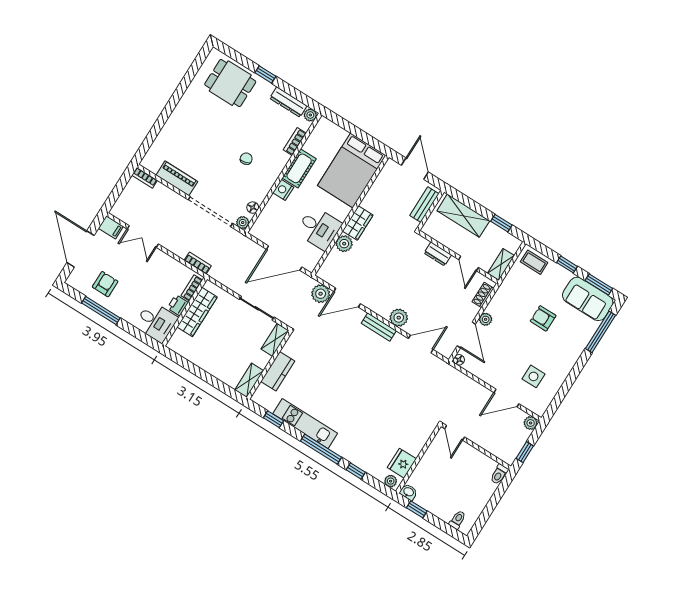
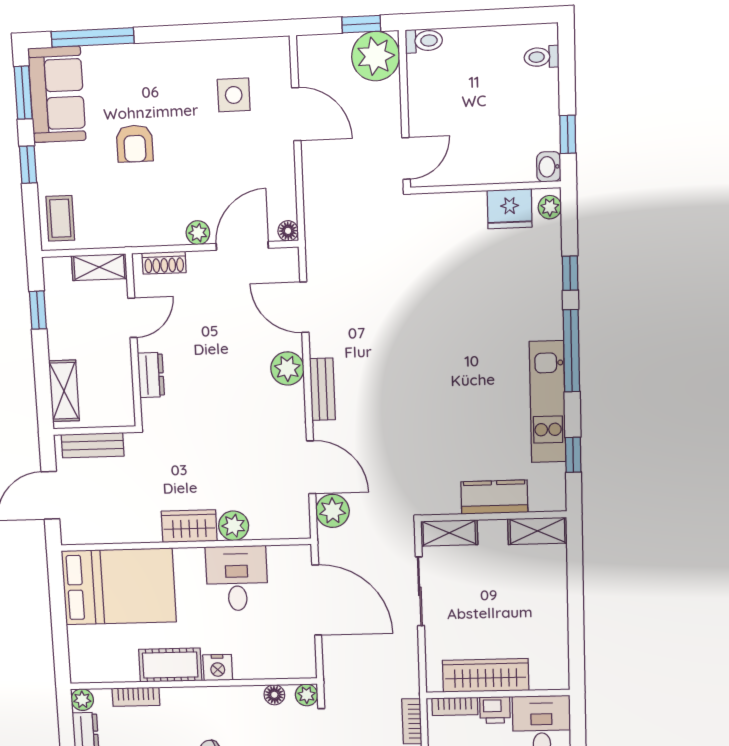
shelving: (463, 216) -> (64, 391), width x0.67, depth x0.75
plant: (531, 423) -> (376, 56), moved, width x1.88, depth x1.88

